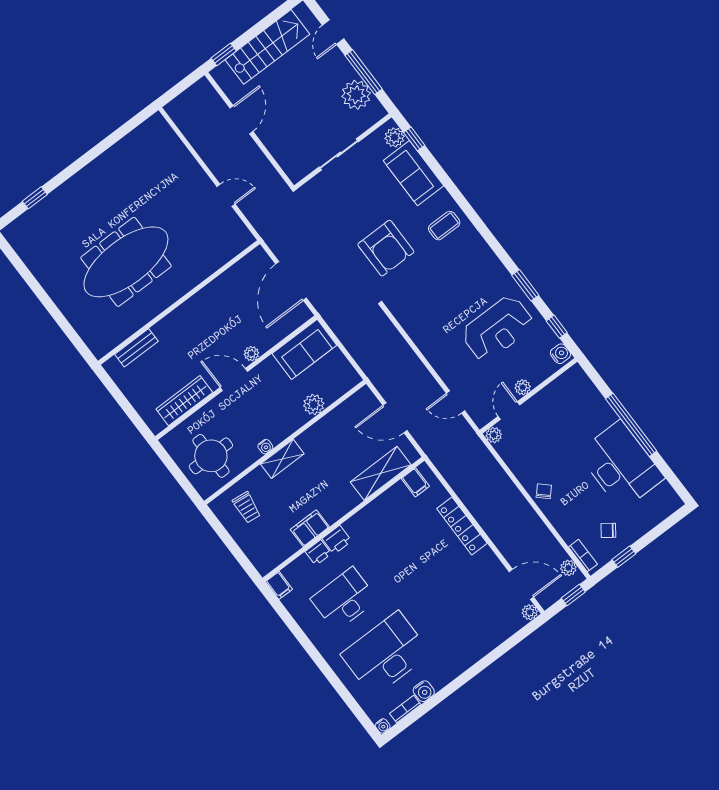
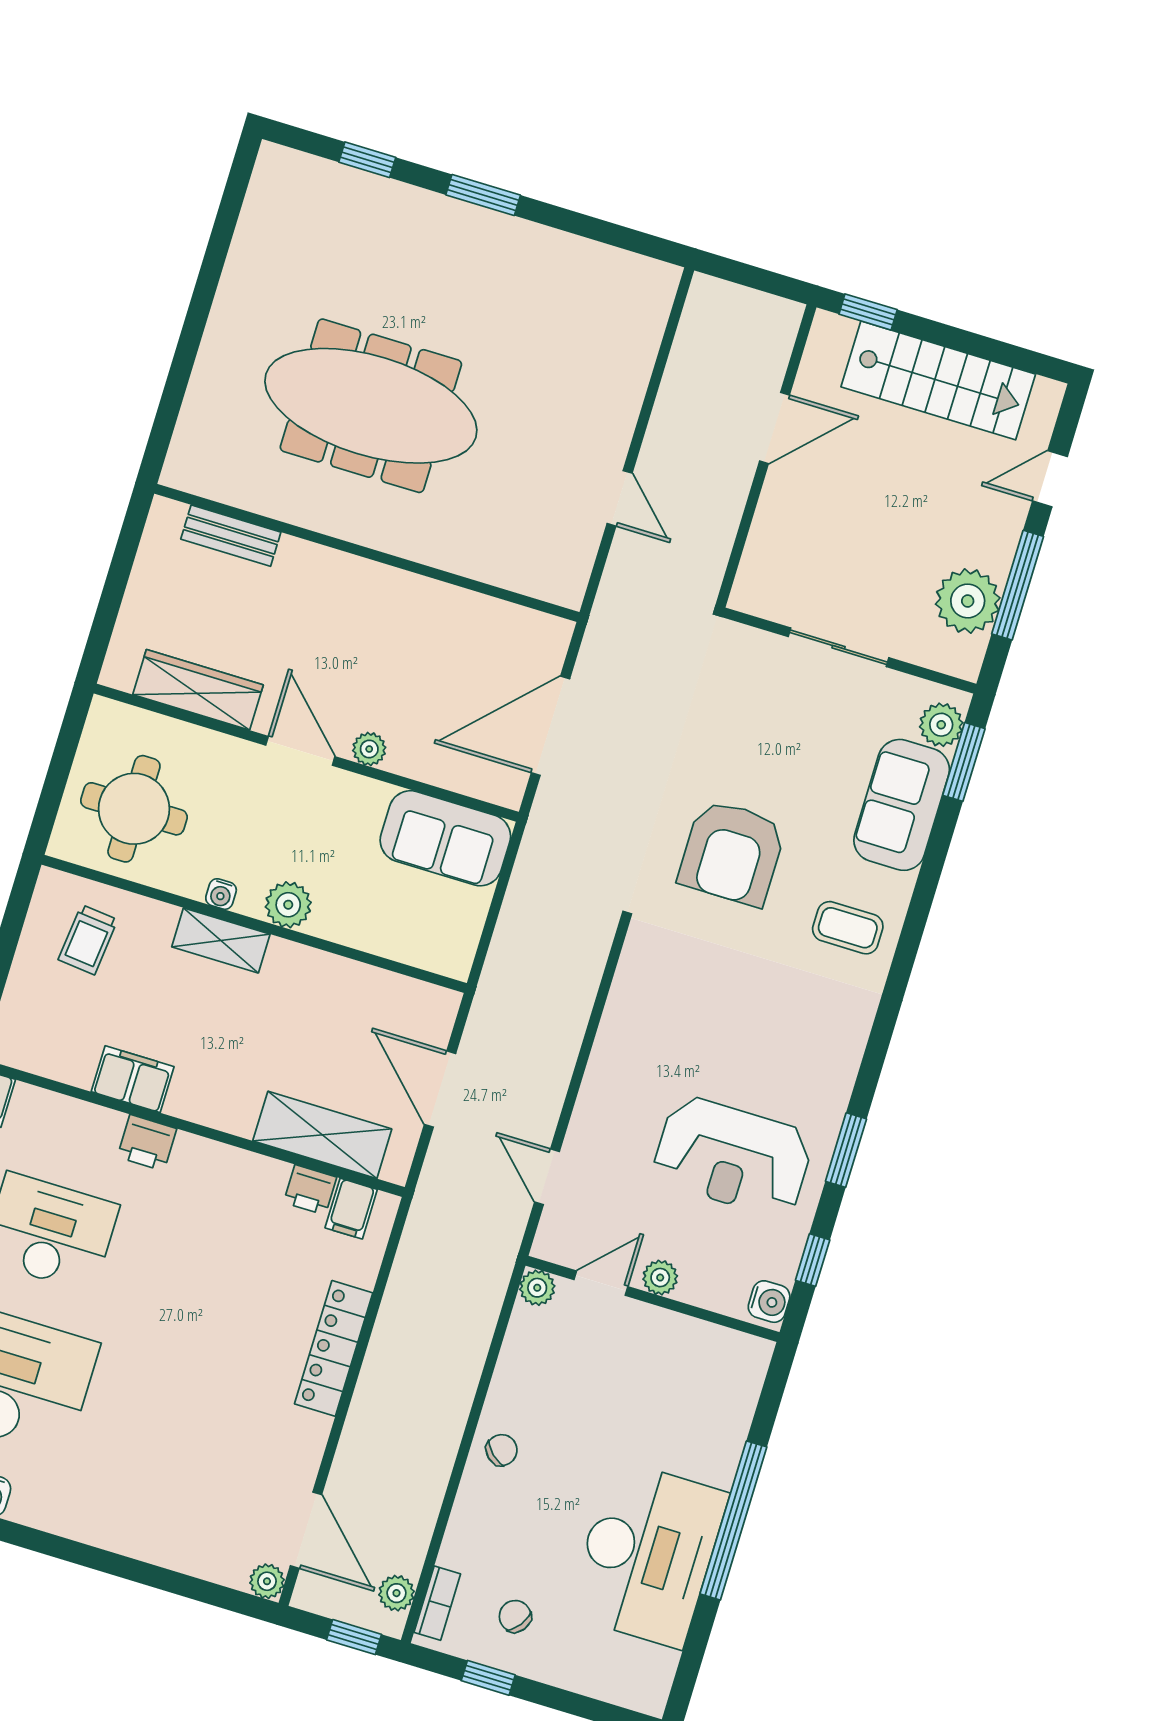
window: (414, 139) -> (964, 762), width x1.50
window: (78, 165) -> (483, 195), added
plant: (314, 405) -> (288, 905), moved
printer: (318, 553) -> (310, 1190), moved

